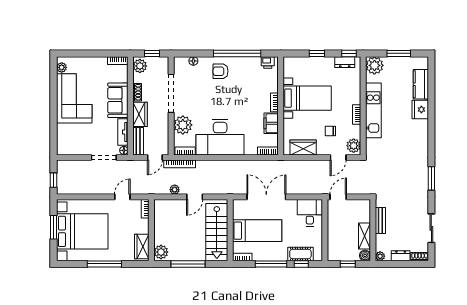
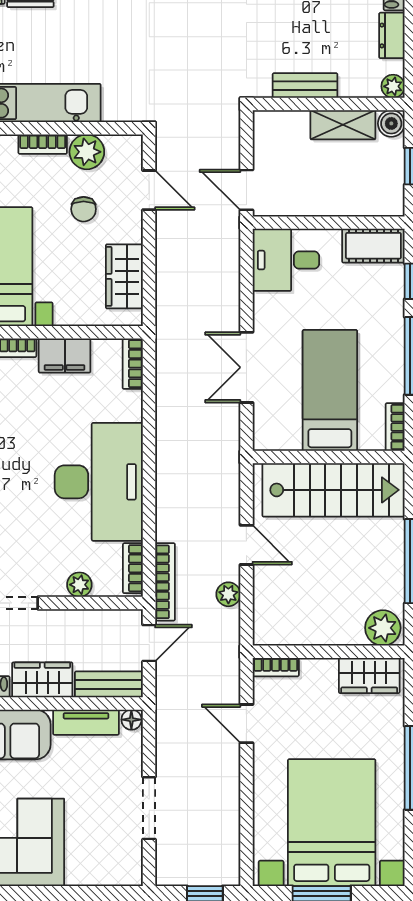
plant: (183, 125) -> (79, 585), width x0.53, depth x0.53
plant: (354, 146) -> (87, 152), moved
doorway: (104, 157) -> (149, 808), moved
door: (155, 157) -> (149, 643), hinge flipped
double door: (266, 197) -> (246, 367), width x0.73
cot: (300, 254) -> (373, 246), moved, turned 90

